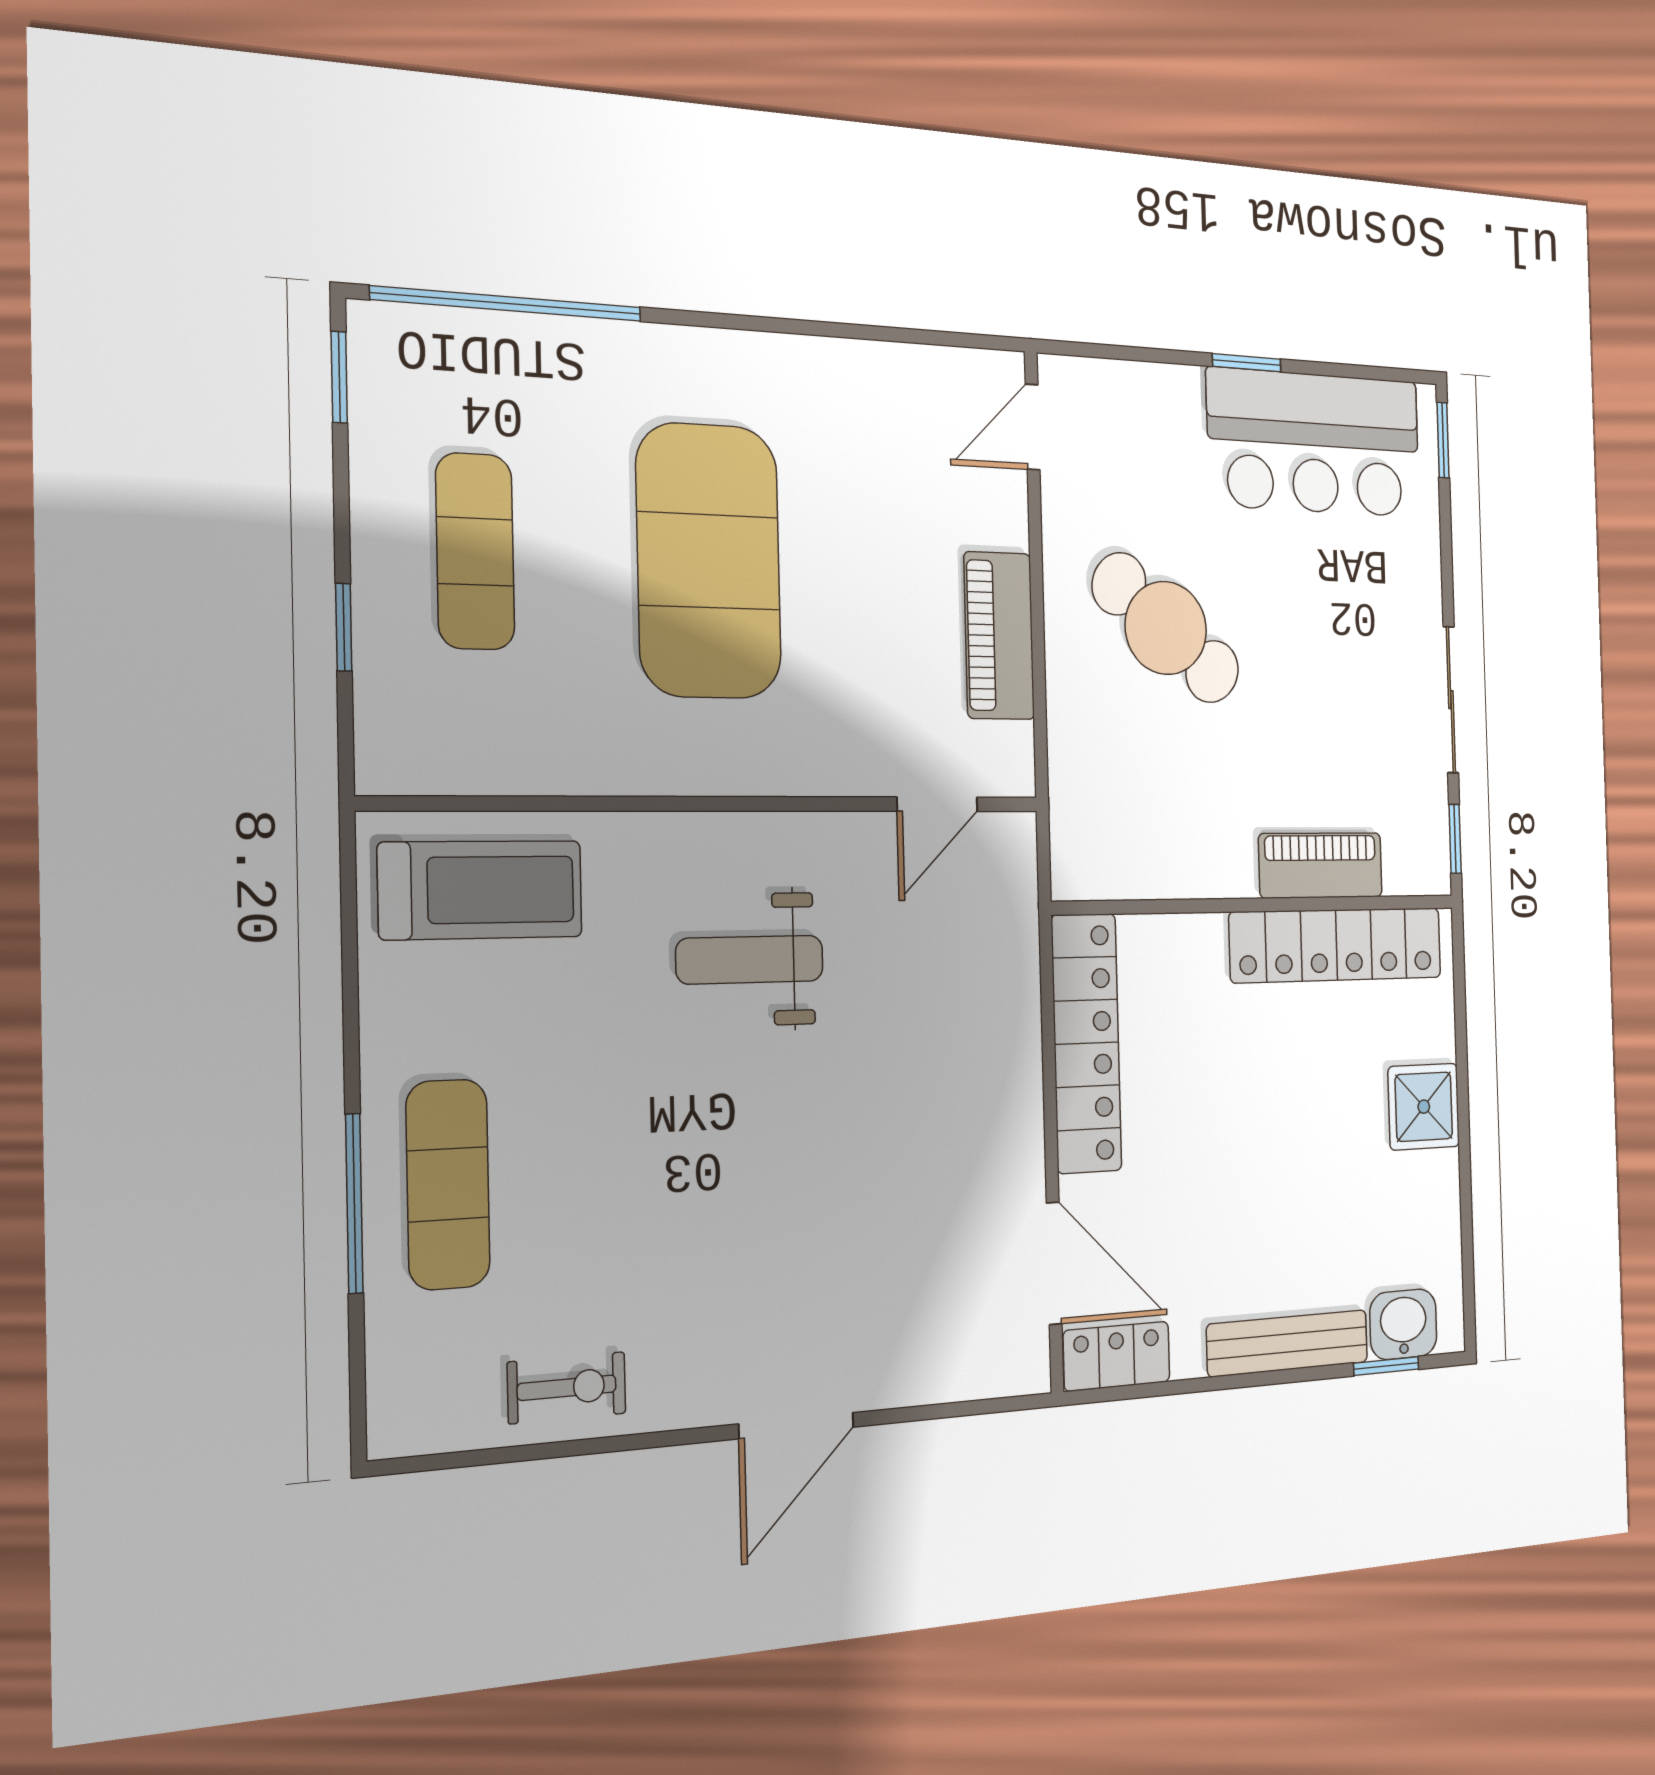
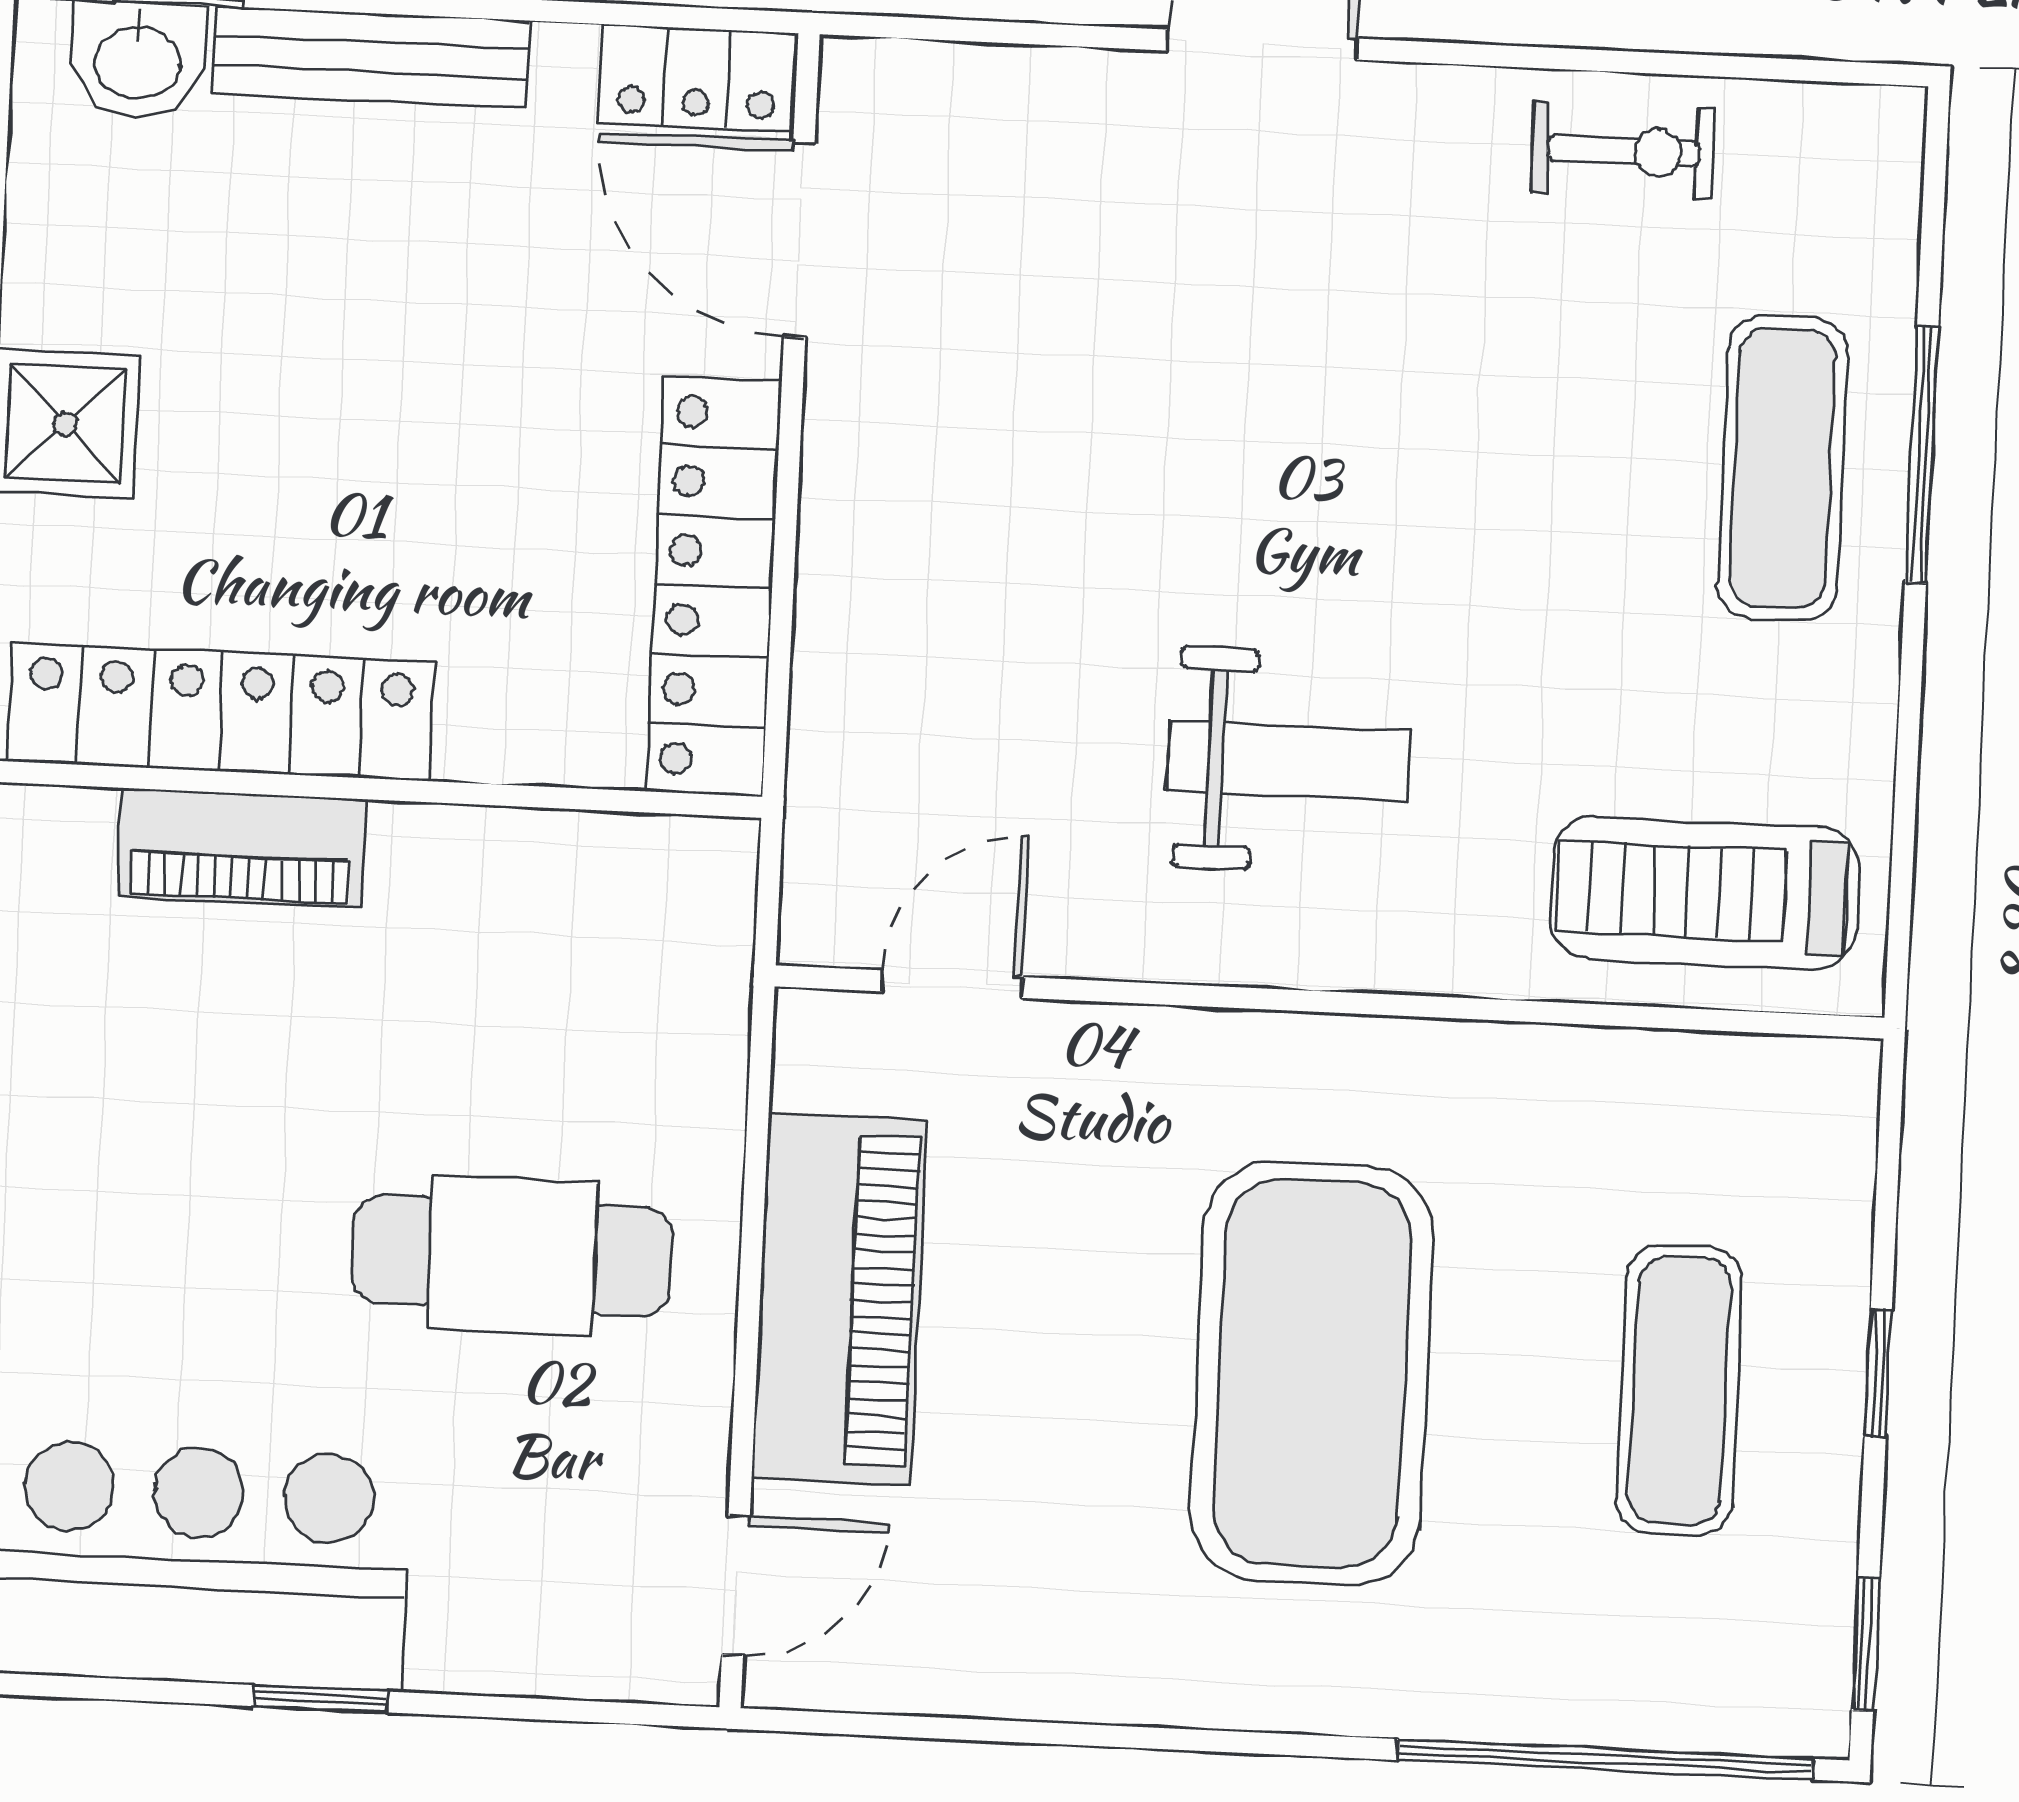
window: (344, 627) -> (1878, 1373), moved
cafe table: (1166, 628) -> (512, 1255), turned -39
piano: (999, 636) -> (839, 1299), width x1.37, depth x1.33
exercise bike: (567, 1388) -> (1623, 151), turned 180

